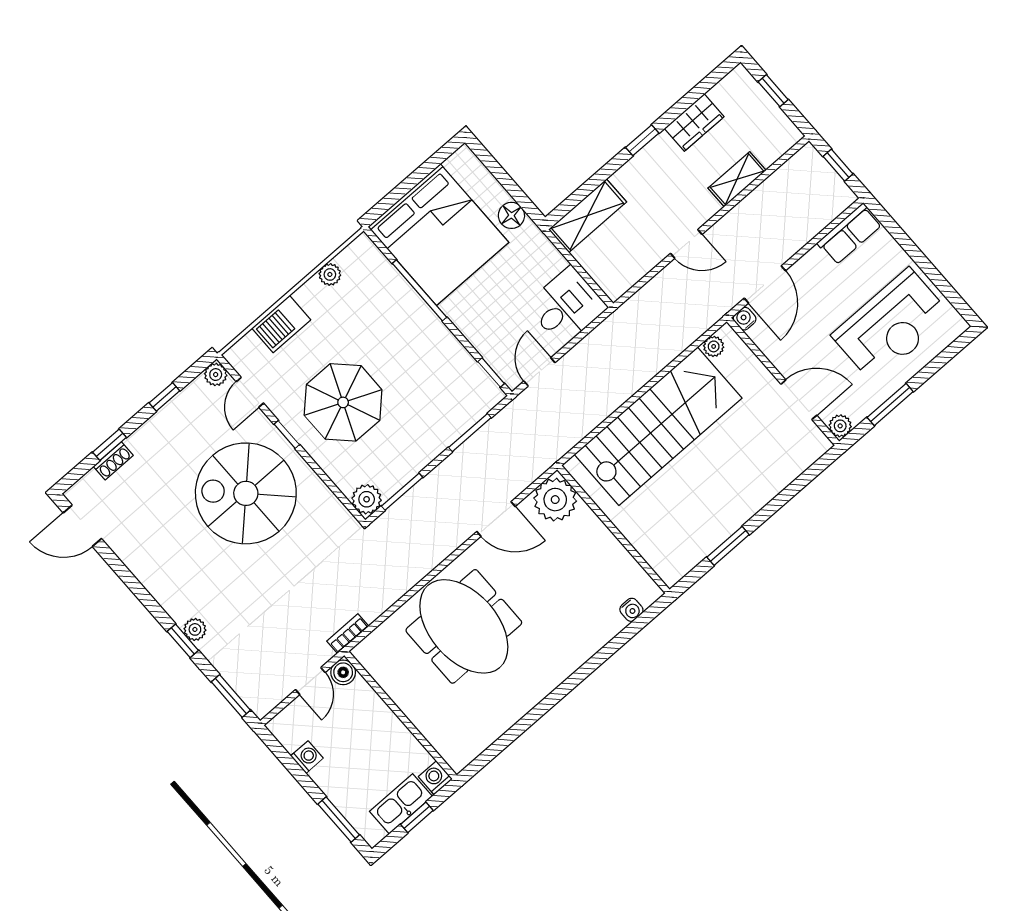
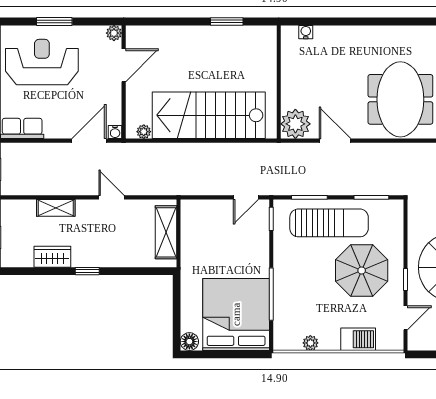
floor lamp: (511, 215) -> (189, 342), moved
shelving: (588, 216) -> (166, 232), moved, turned 90
desk: (567, 306) -> (202, 219), removed
plant: (216, 375) -> (415, 343), removed
door: (799, 400) -> (124, 65), swing flipped
window: (890, 404) -> (54, 21), moved
sun lounger: (424, 423) -> (329, 223), added
plant: (367, 499) -> (393, 210), removed

